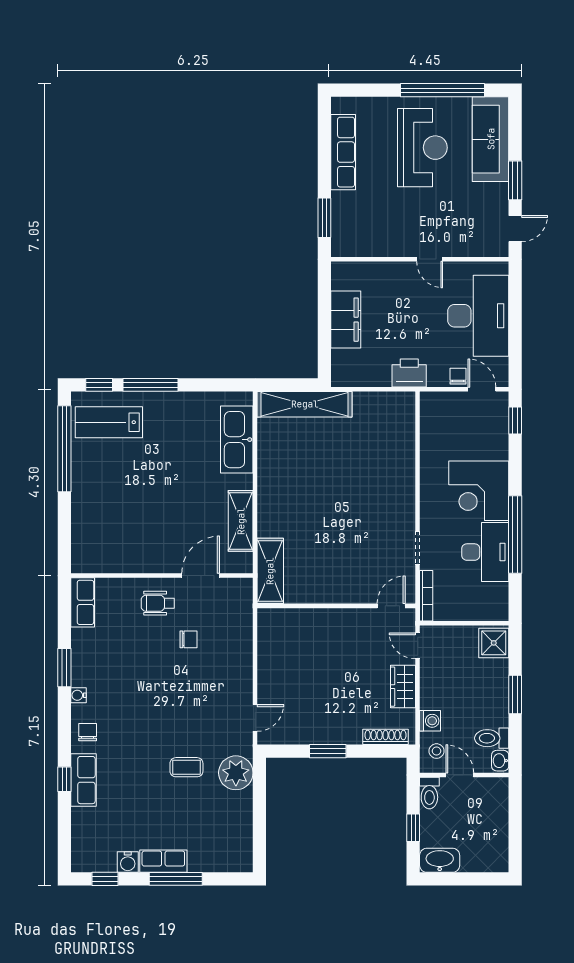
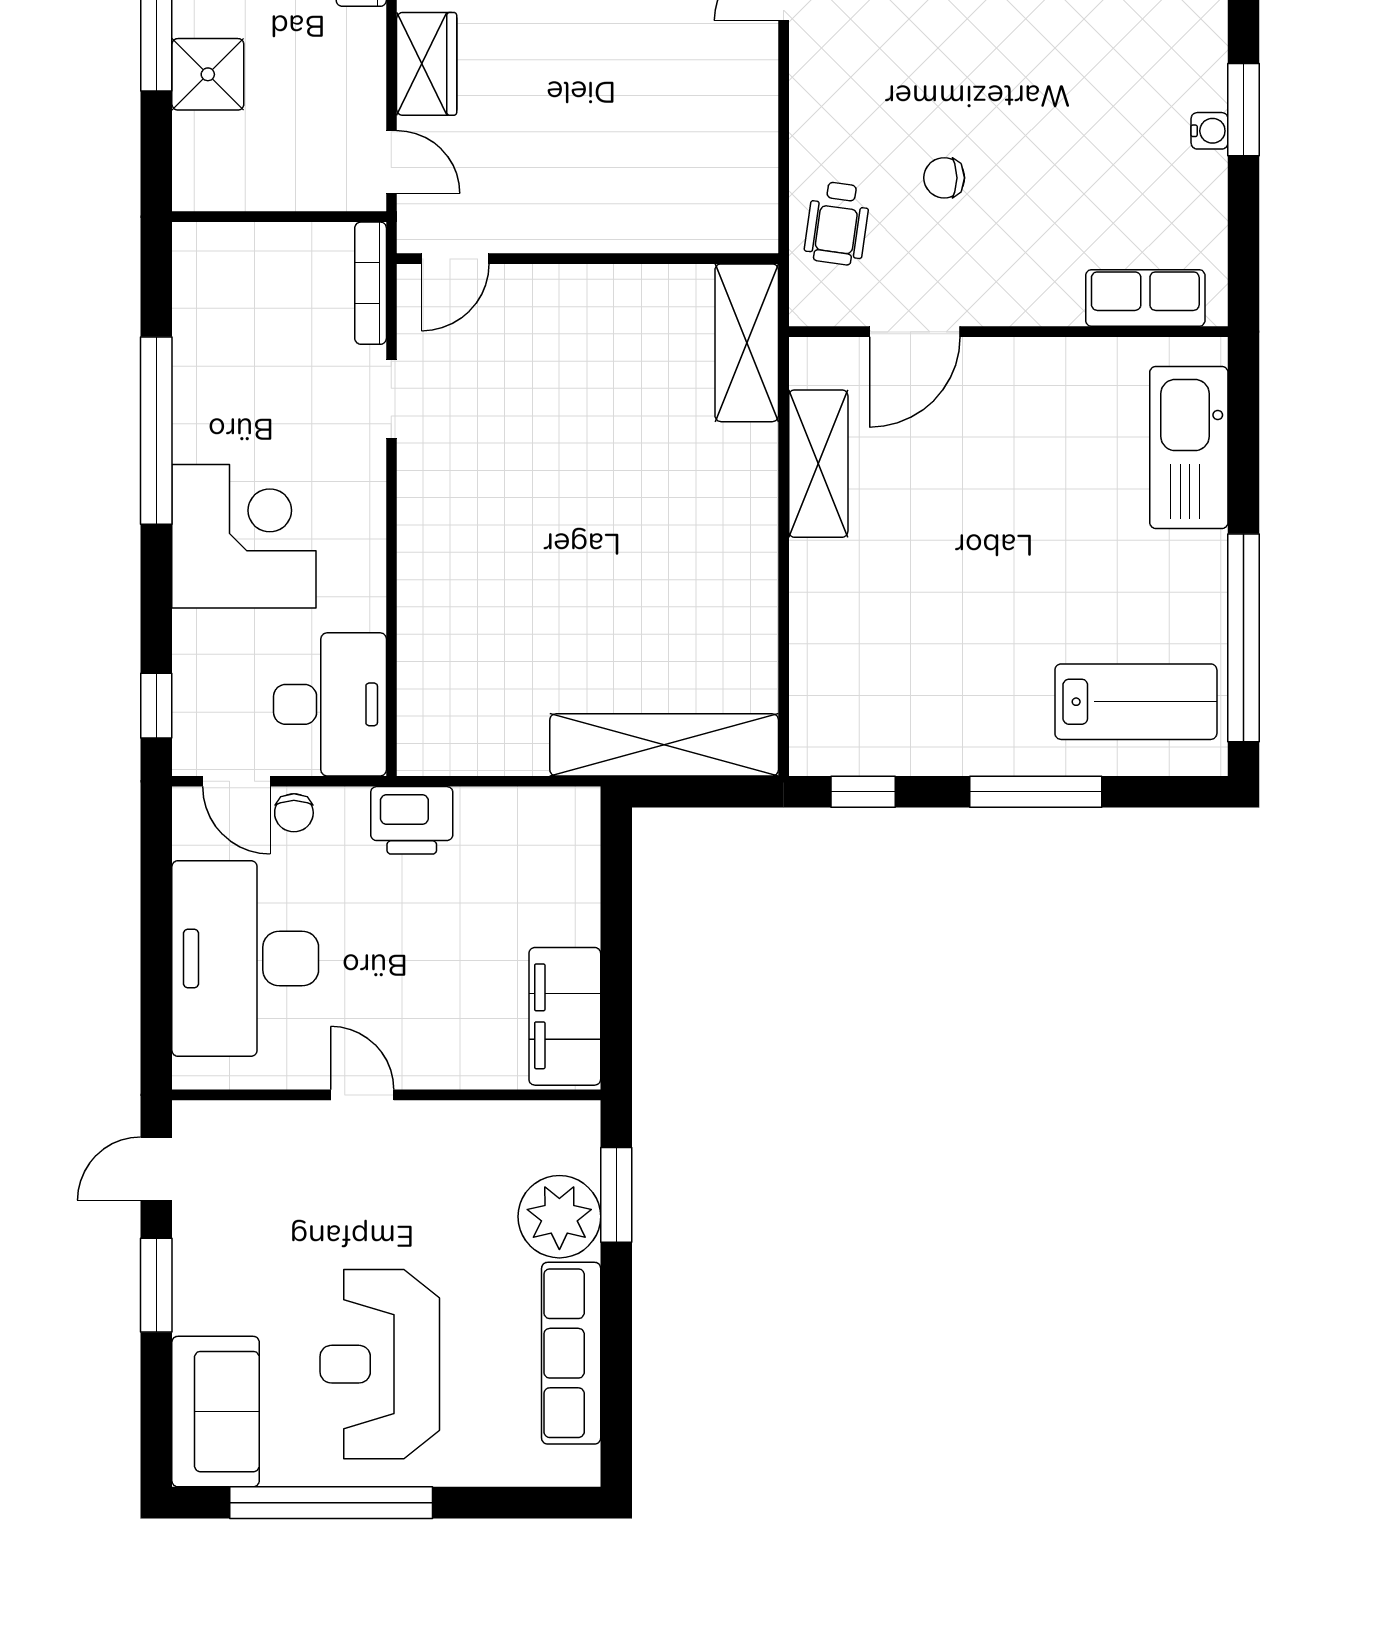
sofa: (491, 139) -> (216, 1412), width x0.73
plant: (348, 209) -> (559, 1217), added
filing cabinet: (346, 320) -> (565, 1016), moved
window: (99, 385) -> (863, 792), moved
kitchen sink: (237, 440) -> (1189, 447), moved, turned 180
desk: (485, 552) -> (330, 704), moved, turned 180
row of seats: (83, 602) -> (1145, 298), moved, turned 90
wheelchair: (158, 603) -> (837, 223), moved, turned 98
shower: (494, 643) -> (208, 74), moved
water cooler: (78, 695) -> (1210, 131), moved

